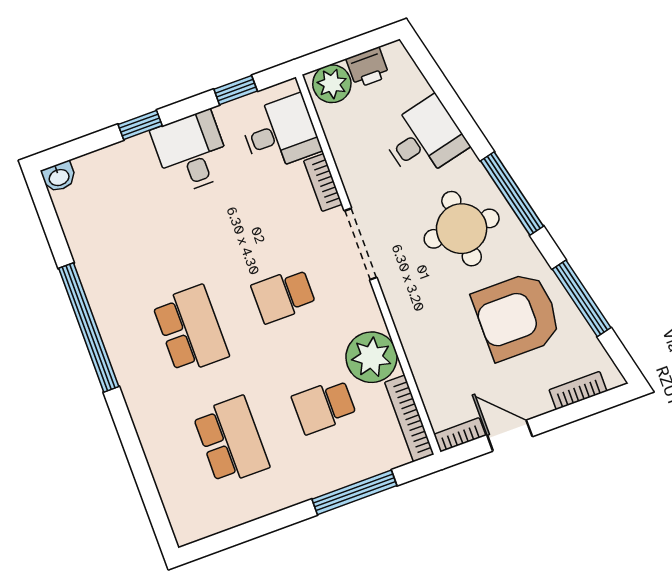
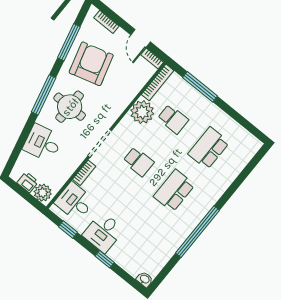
armchair: (517, 316) -> (91, 64), turned -106

